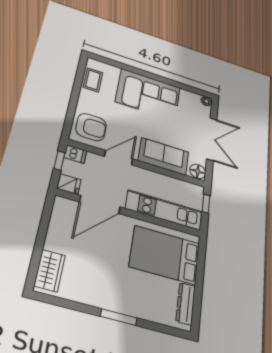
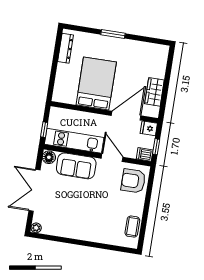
corner sofa: (148, 95) -> (87, 223), removed
door: (119, 158) -> (112, 158), swing flipped
kitchen unit: (164, 210) -> (74, 141), moved, turned 180
bed: (165, 255) -> (96, 83), moved, turned -90
wardrobe: (50, 271) -> (154, 92), moved

